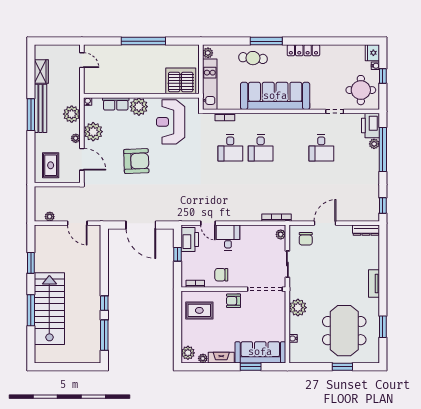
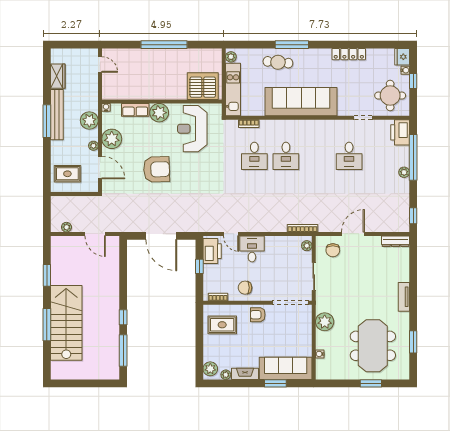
locker: (303, 50) -> (349, 54), moved
plant: (374, 144) -> (404, 172), moved
rug: (51, 165) -> (67, 174), turned 90

